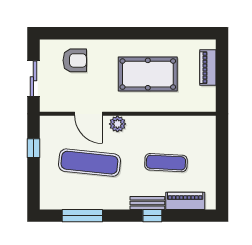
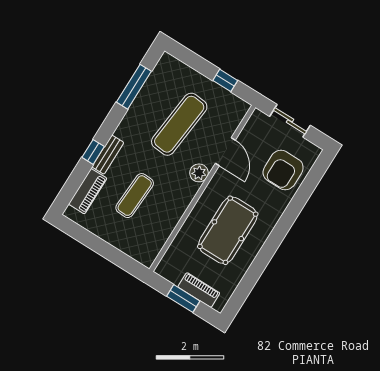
armchair: (75, 60) -> (283, 170), width x1.36, depth x1.36
window: (222, 75) -> (183, 299), added
door: (88, 114) -> (225, 152), swing flipped

